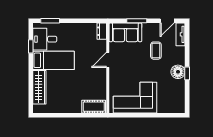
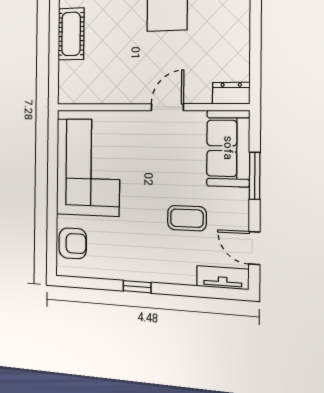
door: (108, 60) -> (167, 107), hinge flipped
floor lamp: (178, 72) -> (140, 266), removed
armchair: (170, 105) -> (73, 243), added
cot: (94, 107) -> (71, 34), moved

